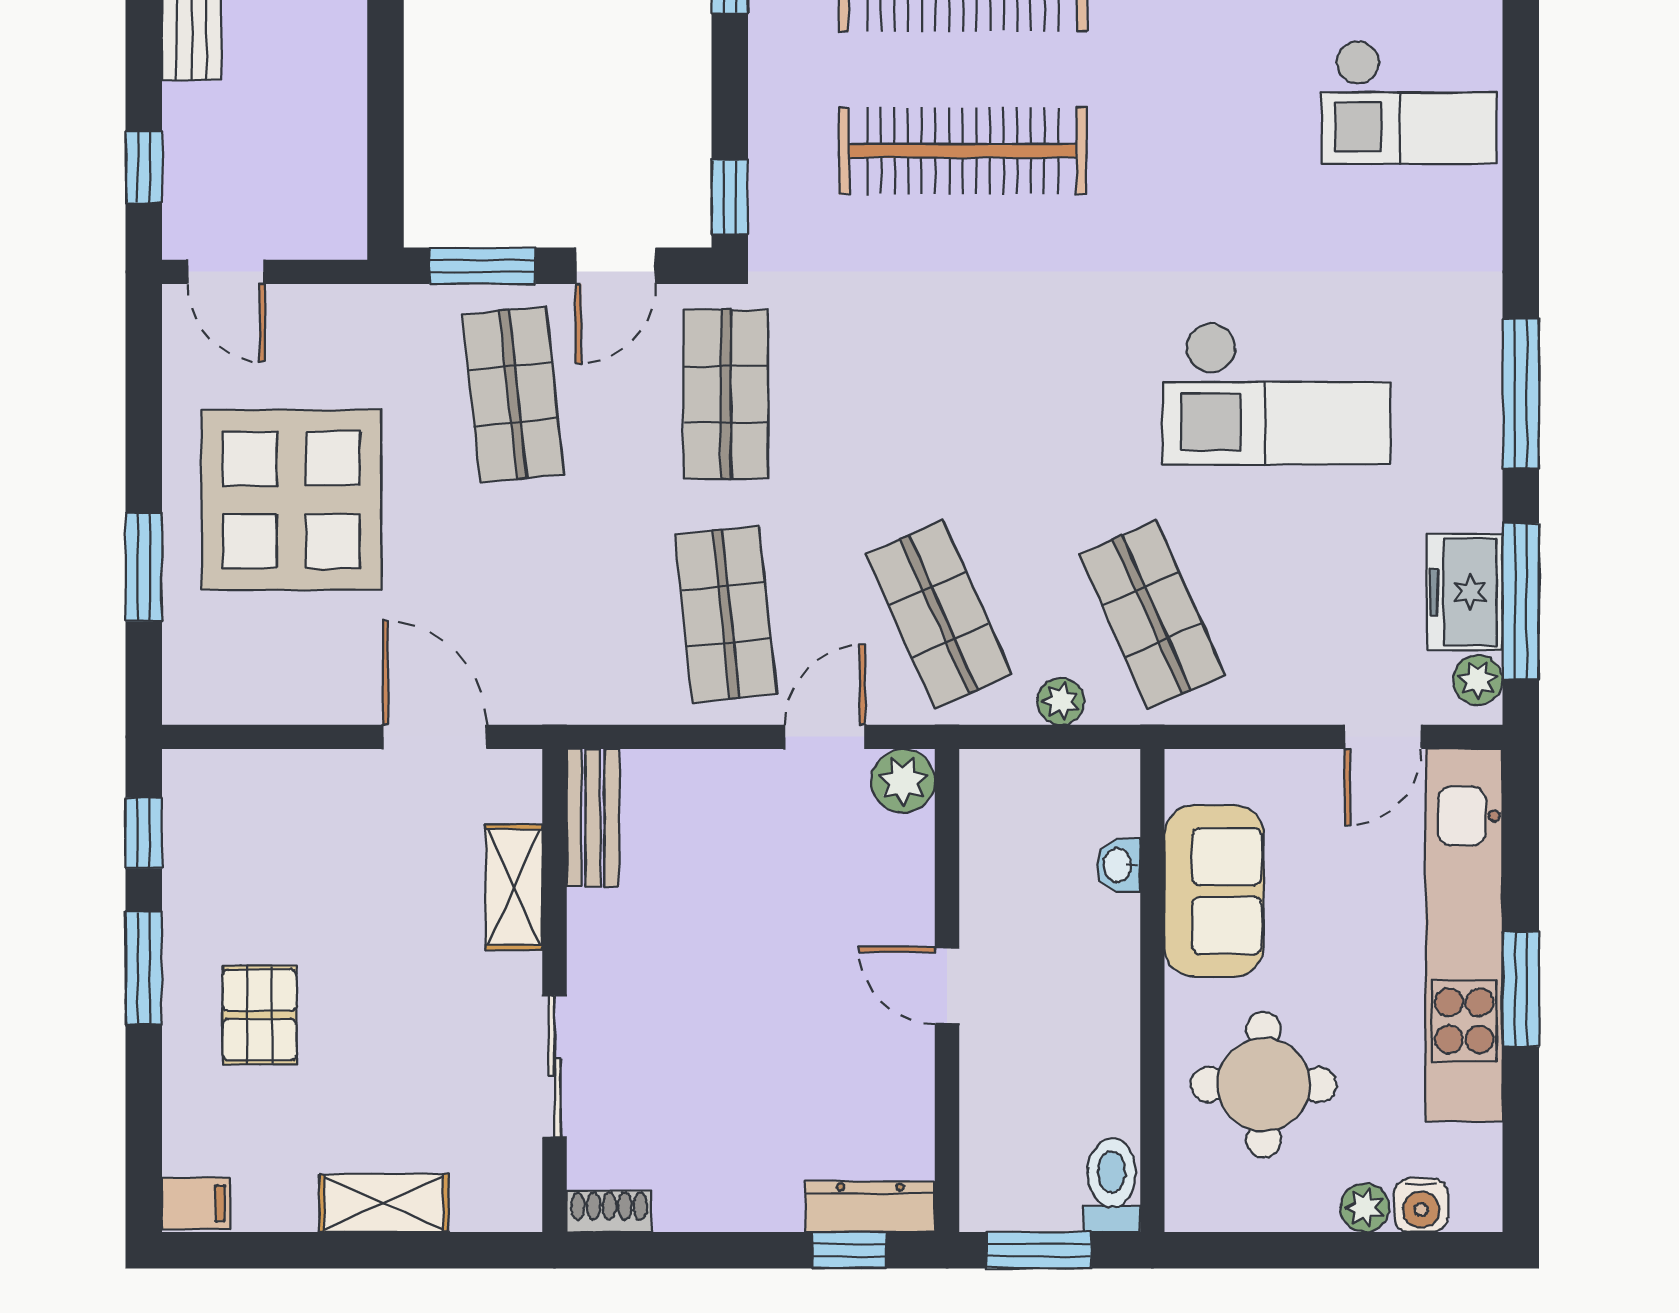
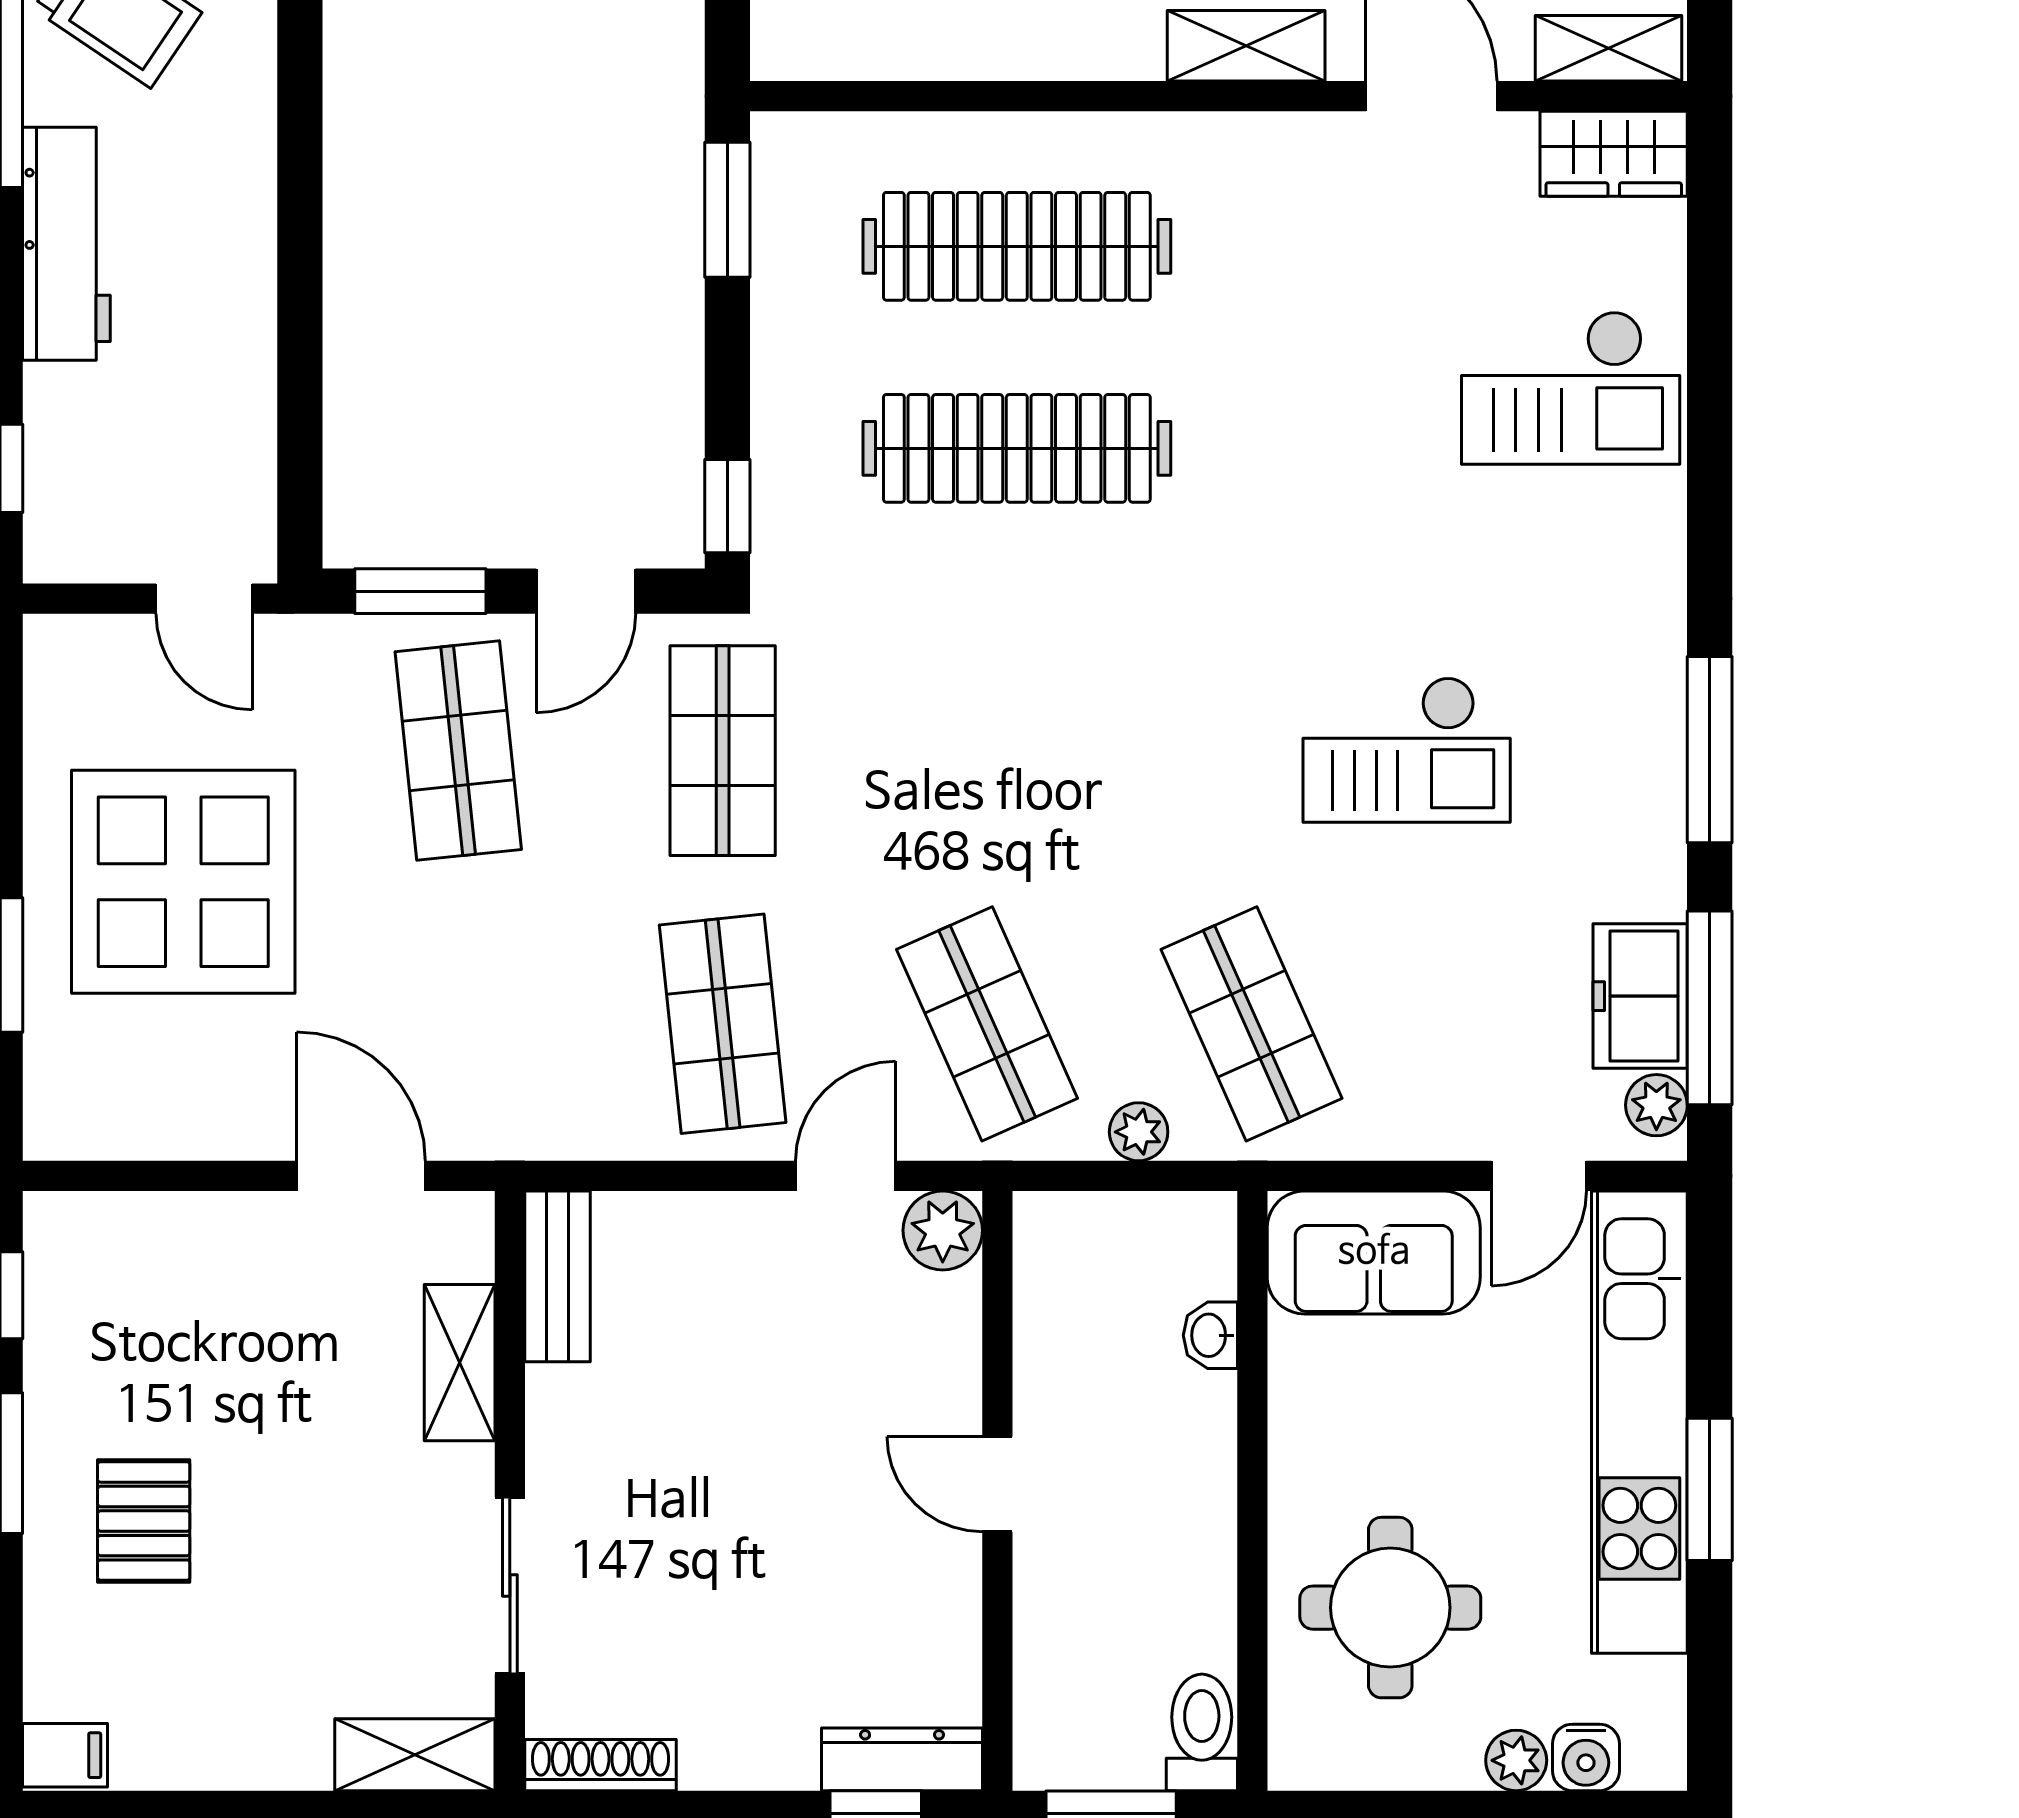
door: (226, 272) -> (204, 599), moved
checkout: (1277, 394) -> (1407, 750), width x0.73, depth x0.83
sofa: (1214, 891) -> (1374, 1252), moved, turned 90
shelving: (384, 1203) -> (415, 1755), moved
shoe rack: (609, 1211) -> (601, 1765), width x1.43

